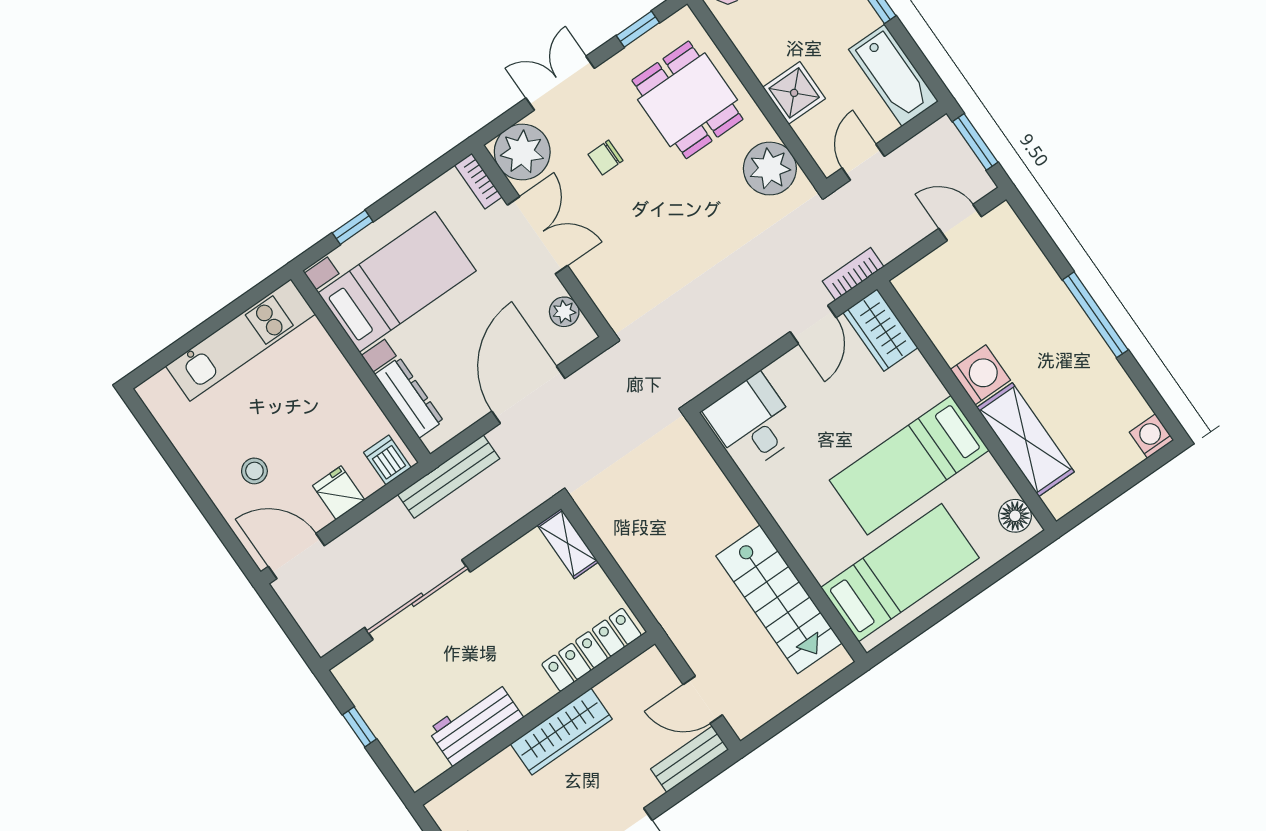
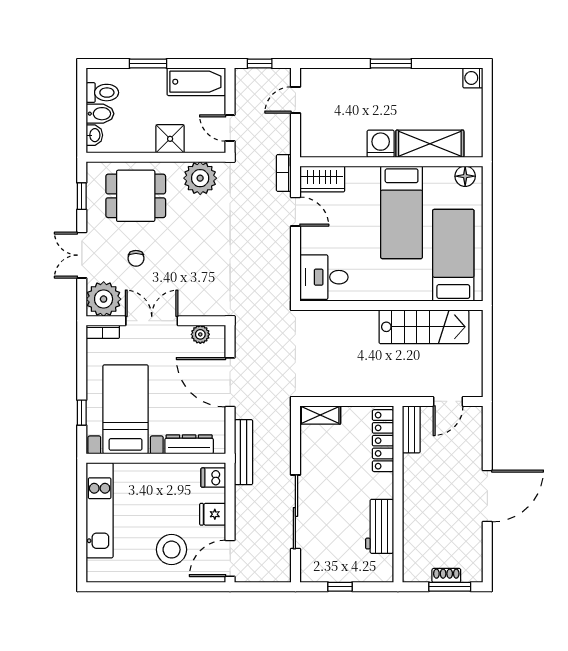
window: (975, 142) -> (260, 64), width x0.67
window: (1095, 315) -> (391, 64), width x0.69
stool: (254, 471) -> (172, 550), width x1.89, depth x1.89
wardrobe: (561, 731) -> (414, 485), removed
bench: (690, 759) -> (411, 429), moved

